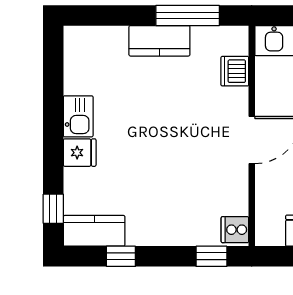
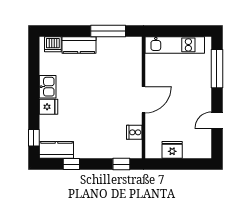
kitchen counter: (159, 41) -> (79, 45), moved
dishwasher: (235, 71) -> (53, 44), moved, turned -90
cooker: (235, 230) -> (134, 132), moved

